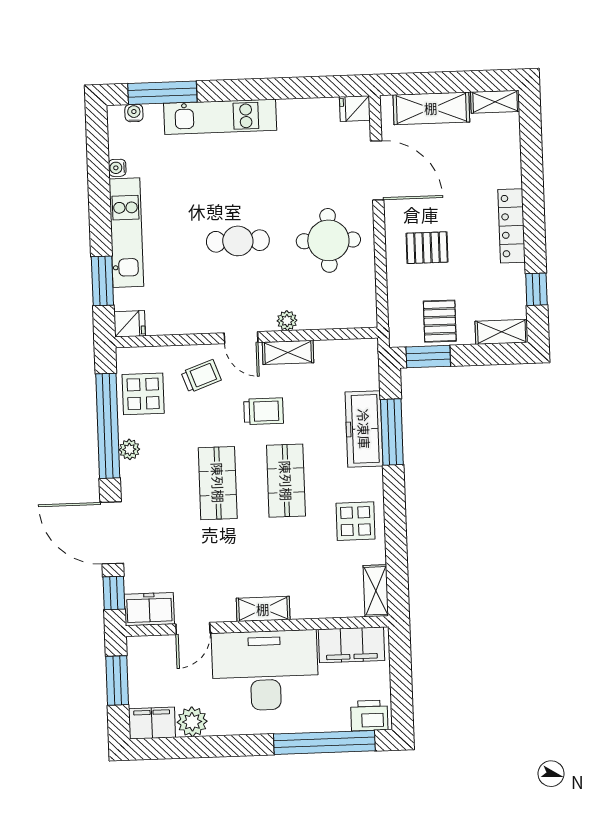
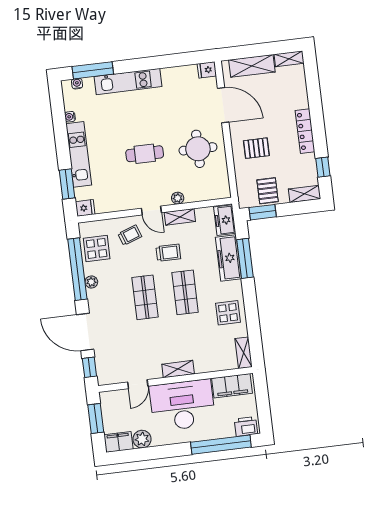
freezer: (149, 609) -> (225, 220), moved, turned -90

